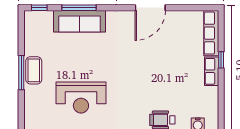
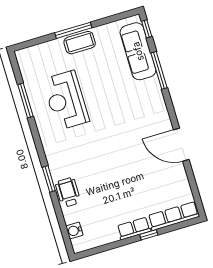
sofa: (79, 21) -> (138, 51), moved

